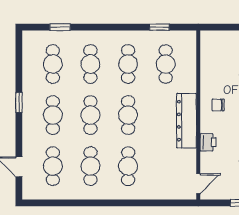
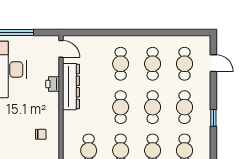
chair: (218, 105) -> (41, 134), moved
dresser: (187, 121) -> (71, 87), moved
door: (198, 184) -> (61, 49), swing flipped

